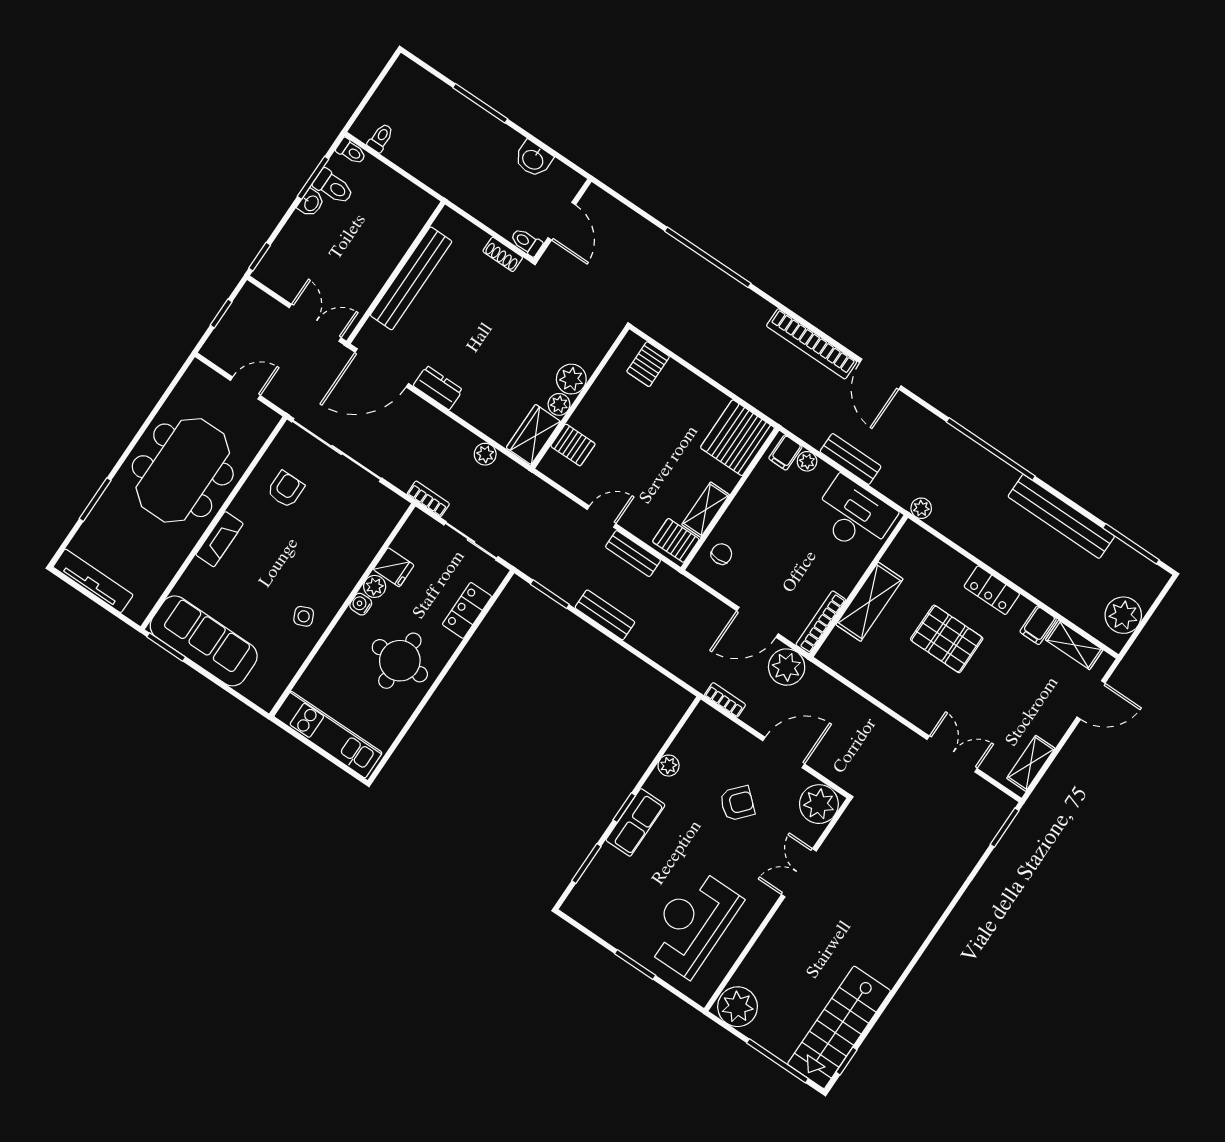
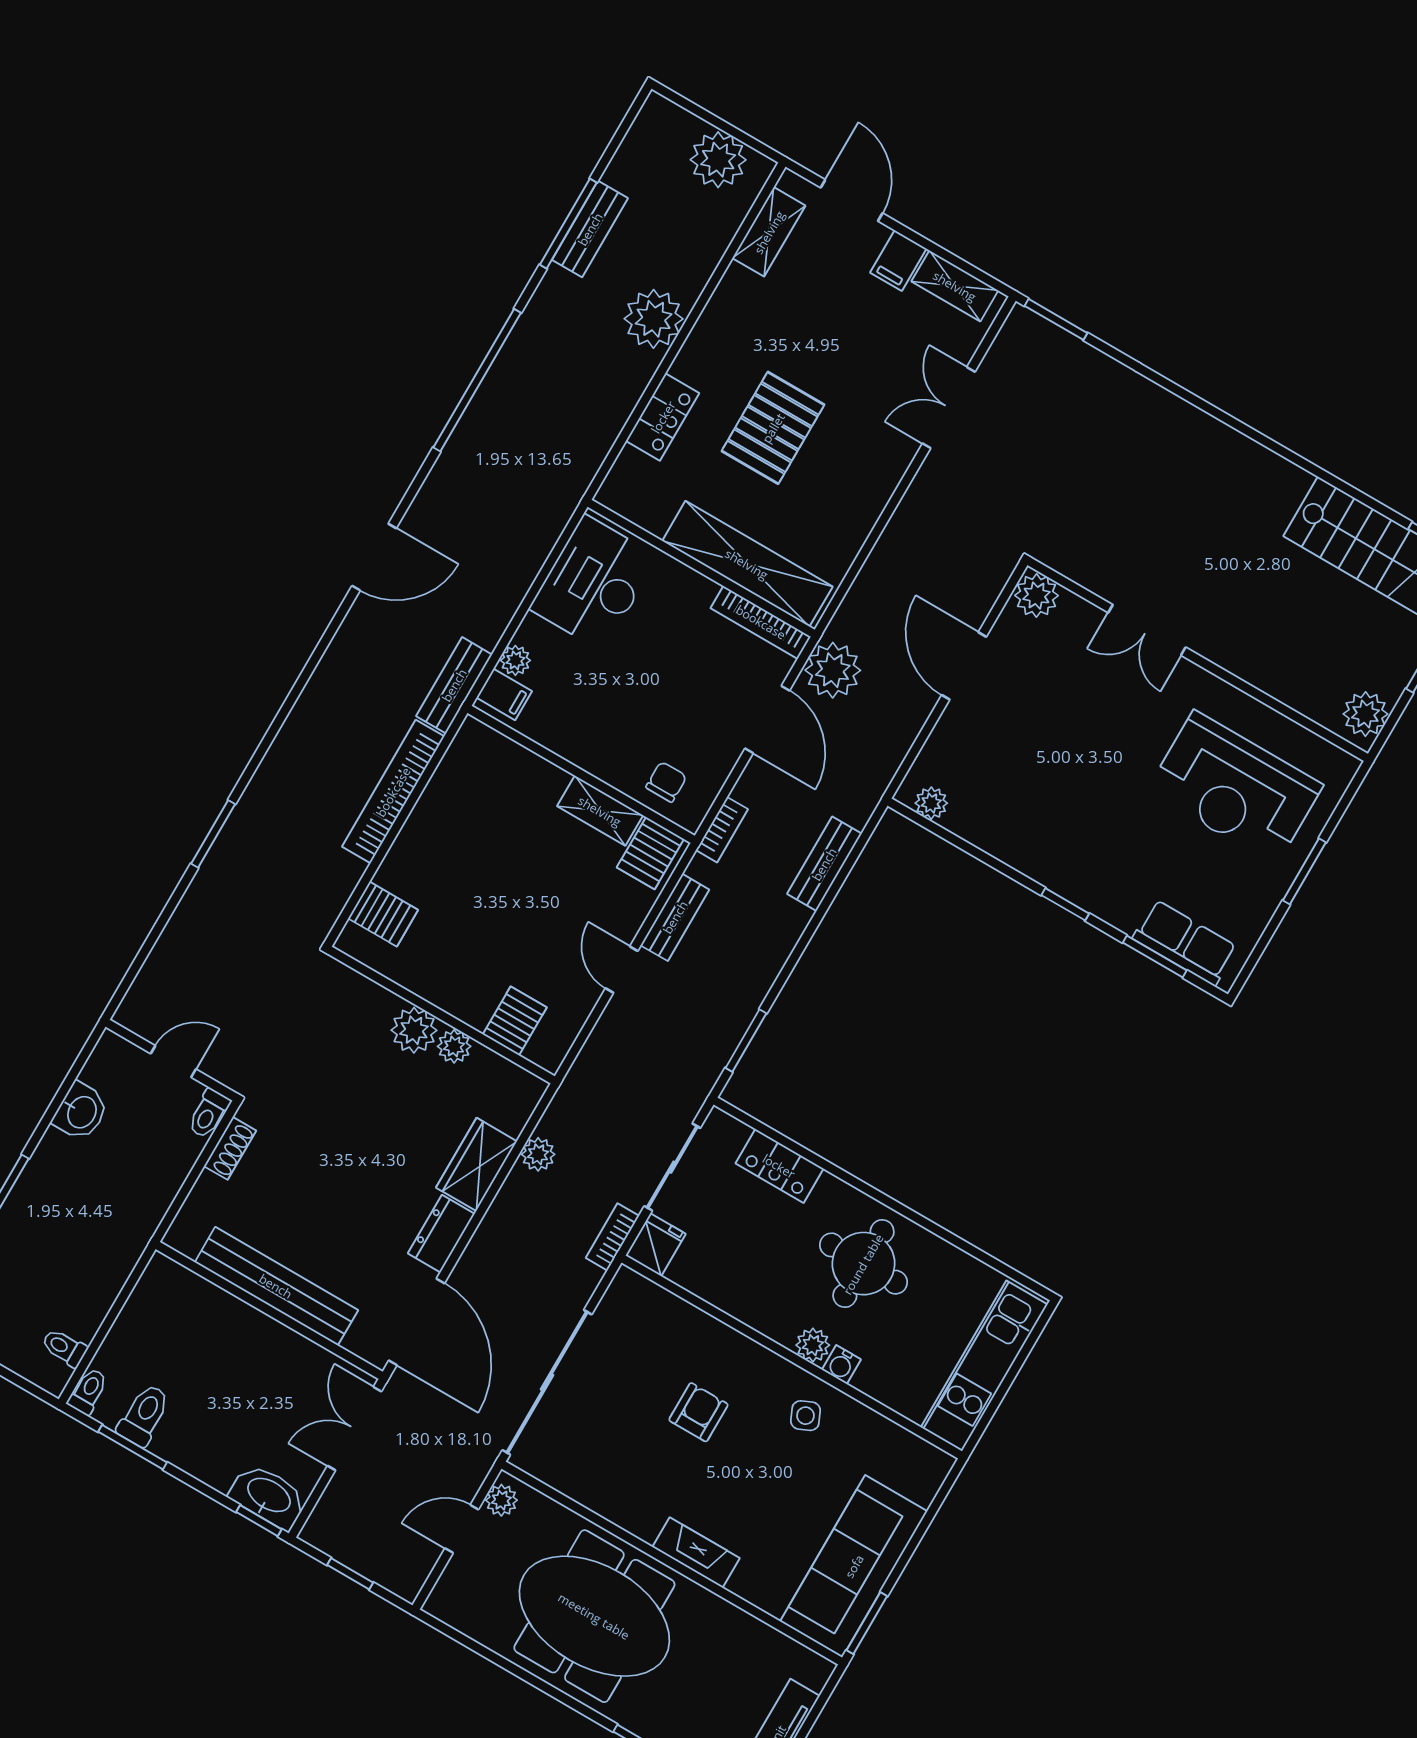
washbasin: (311, 203) -> (268, 1496), moved, width x1.91, depth x1.45
door: (562, 221) -> (173, 1061), width x0.73
window: (708, 257) -> (213, 834), width x0.47
bookcase: (812, 344) -> (393, 792), moved, turned 180
door: (245, 388) -> (462, 1529), hinge flipped
plant: (262, 415) -> (501, 1500), added
wardrobe: (533, 434) -> (477, 1164), moved, turned 90
server rack: (737, 438) -> (487, 769), removed
bench: (851, 459) -> (454, 685), moved
armchair: (286, 489) -> (698, 1412), moved, turned 90
plant: (921, 508) -> (654, 319), moved, width x1.88, depth x1.88
bench: (1061, 516) -> (590, 229), width x0.54, depth x0.82
window: (1131, 544) -> (568, 224), moved
chair: (721, 554) -> (666, 782), turned 90
fridge: (394, 567) -> (656, 1245), moved
plant: (375, 586) -> (813, 1345), moved
locker: (992, 590) -> (663, 417), moved
shelving: (869, 602) -> (747, 564), width x1.47
water cooler: (361, 604) -> (841, 1365), moved
bench: (605, 615) -> (824, 864), moved
filing cabinet: (1038, 625) -> (898, 261), moved, turned 90
bookcase: (725, 700) -> (722, 830), moved, turned 180
plant: (669, 766) -> (931, 803), moved
armchair: (737, 803) -> (1047, 732), removed
plant: (819, 804) -> (1037, 596), width x0.73, depth x0.73
row of seats: (635, 822) -> (1185, 943), moved
plant: (738, 1007) -> (1365, 714), width x0.73, depth x0.73

